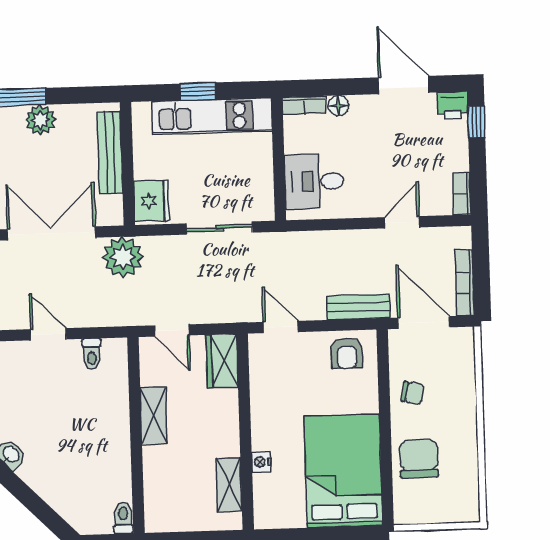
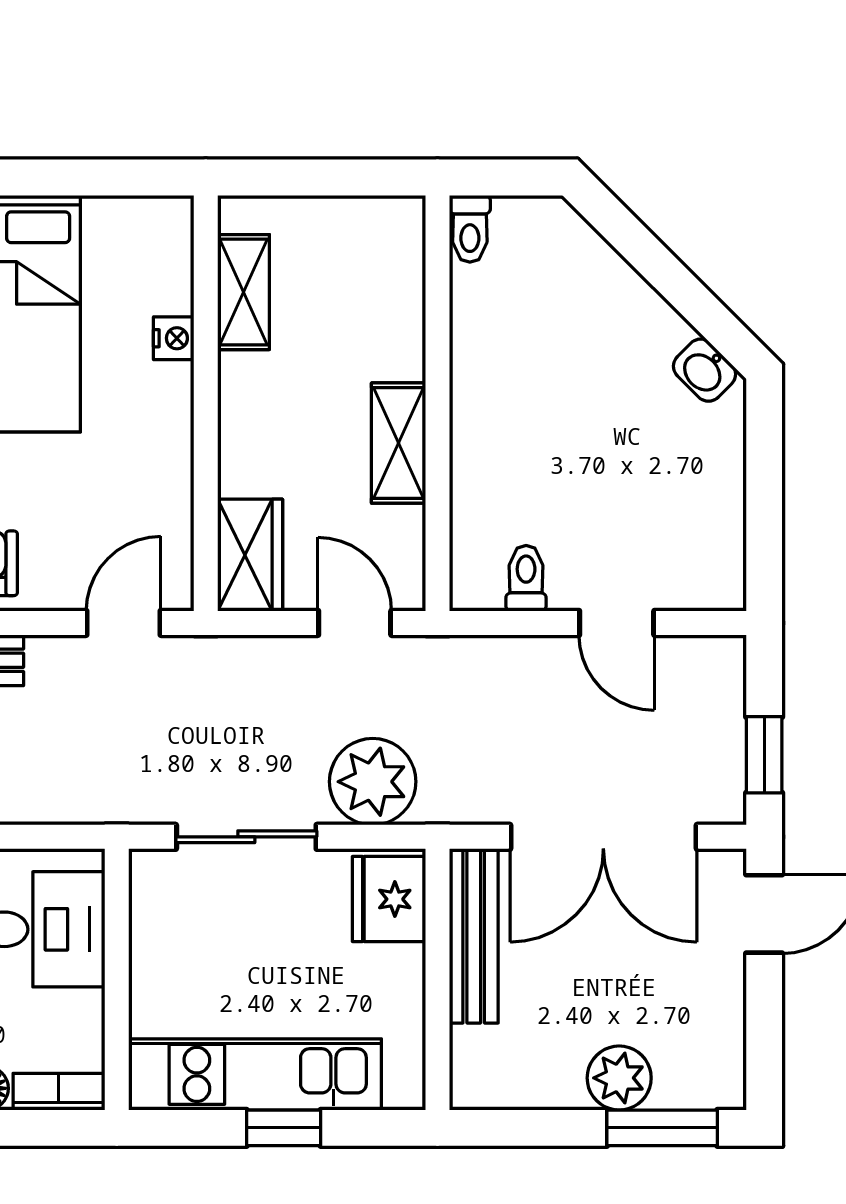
bench: (110, 153) -> (474, 936), moved
plant: (123, 257) -> (373, 782), moved
door: (281, 327) -> (123, 623), swing flipped

